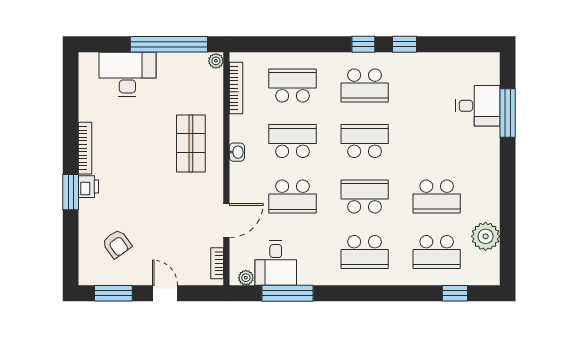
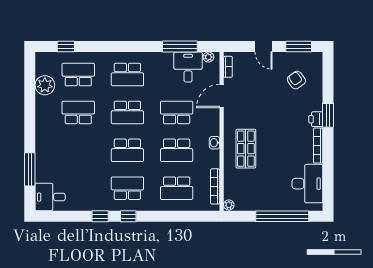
window: (169, 44) -> (282, 216), moved
desk: (127, 74) -> (307, 184), moved, turned -90
desk: (478, 106) -> (50, 197), moved
school desk: (365, 252) -> (127, 75), turned 180

